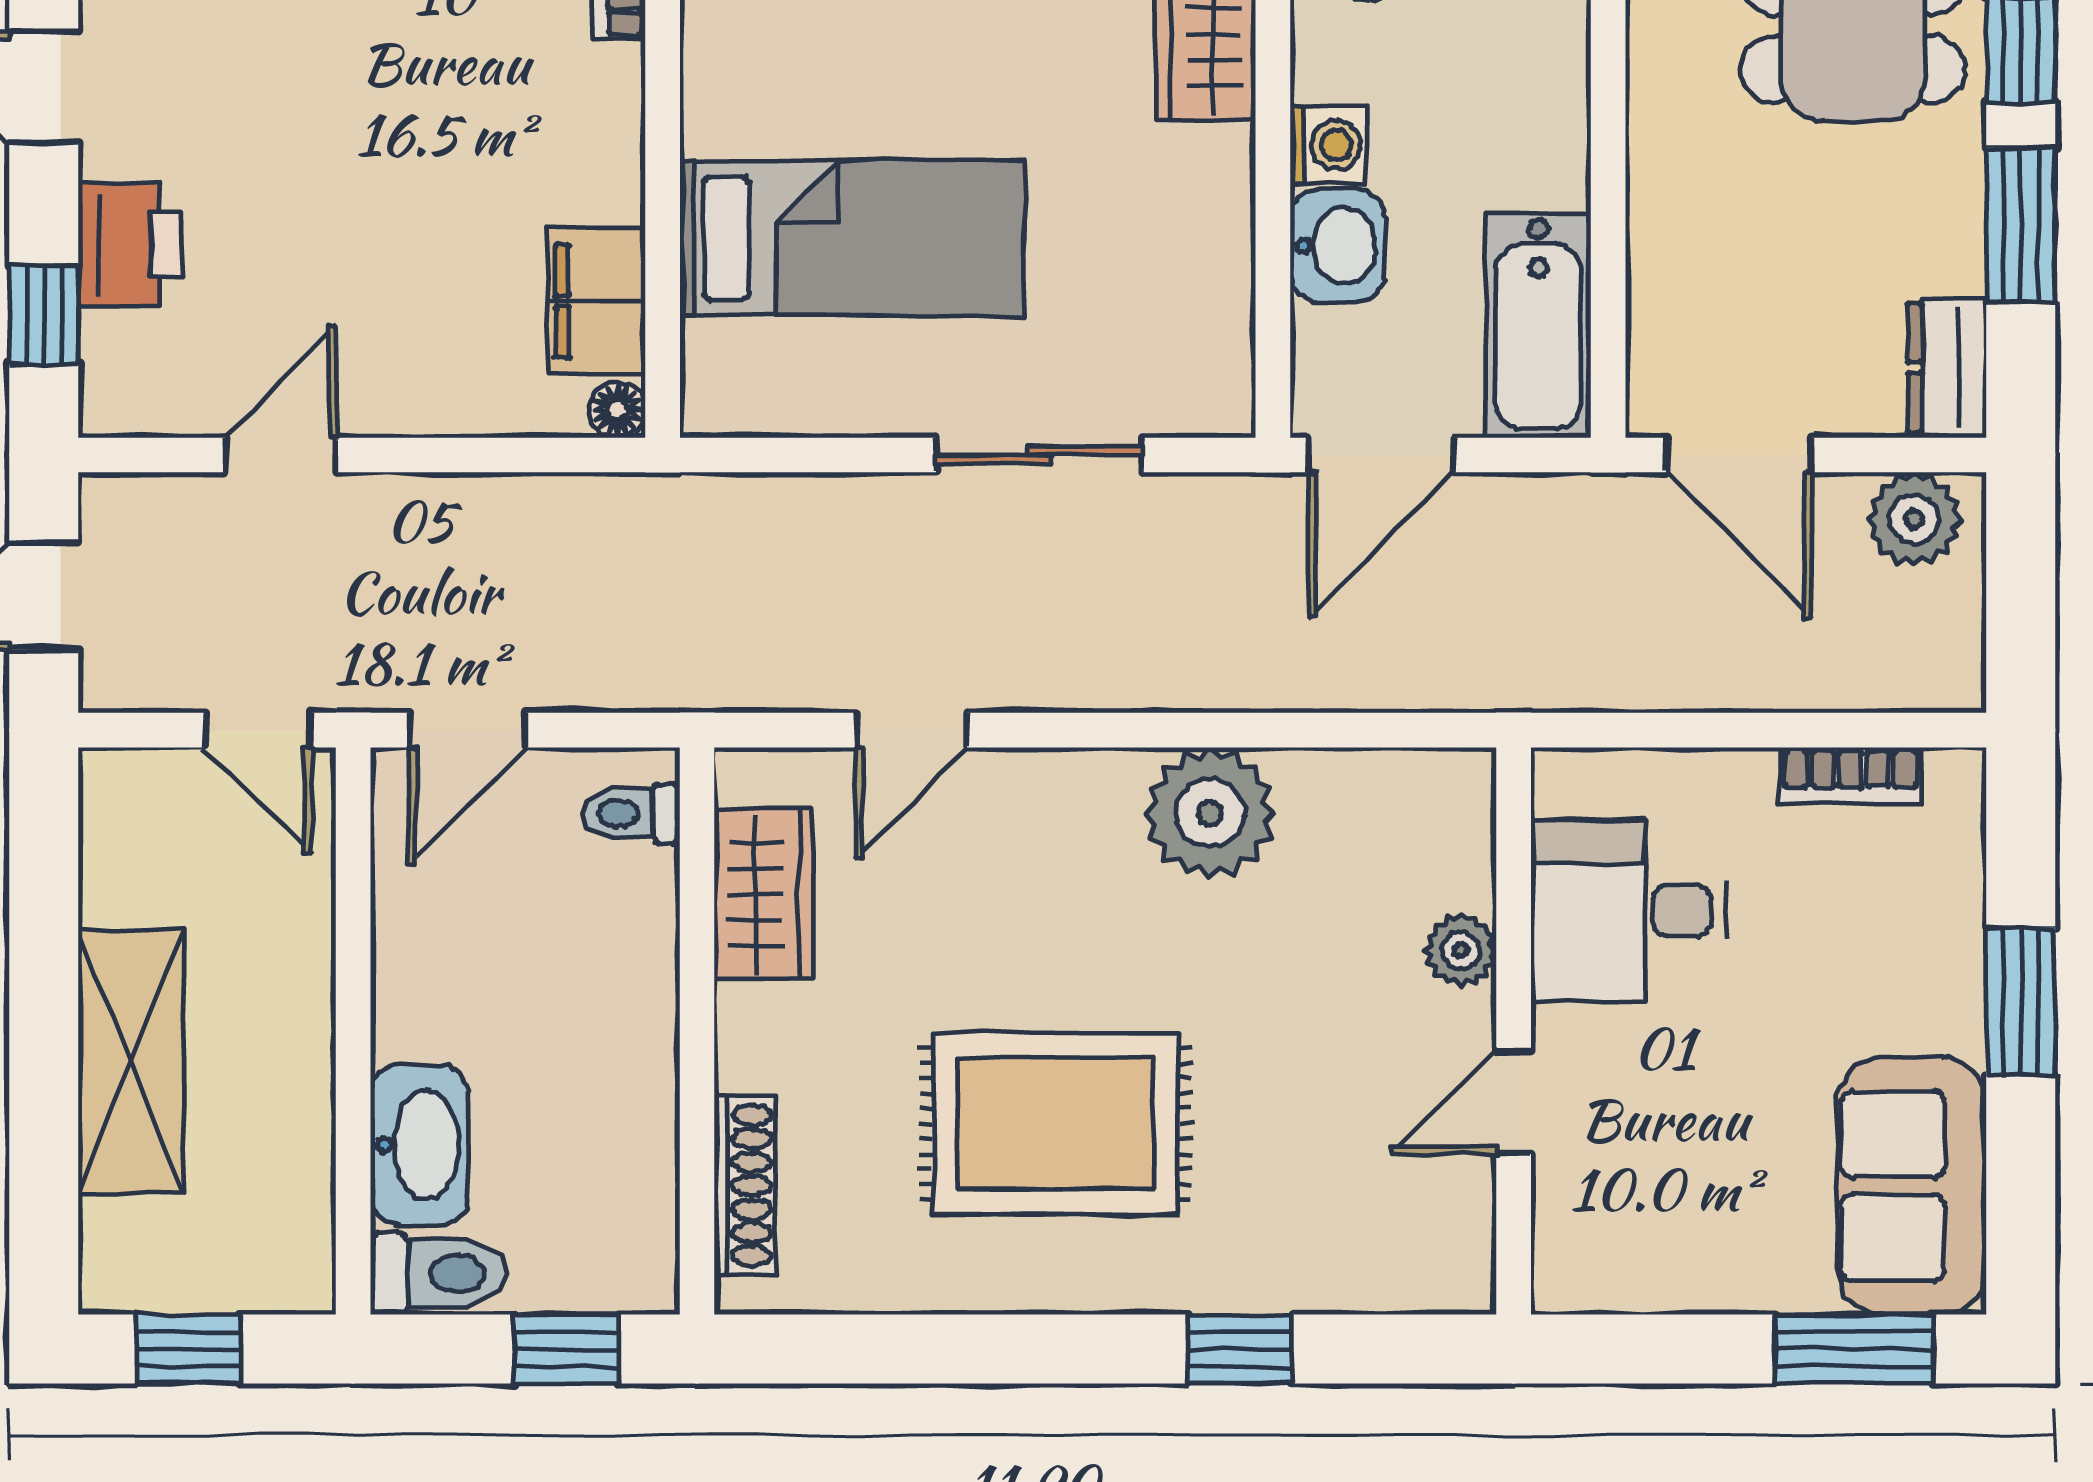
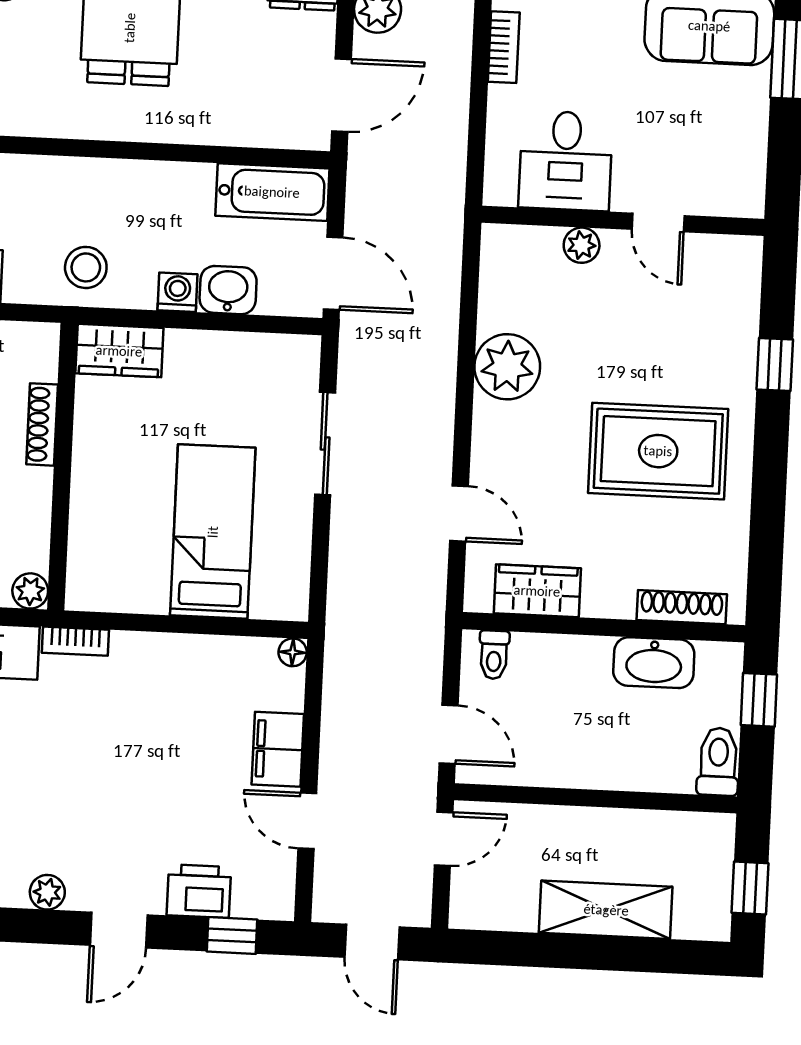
filing cabinet: (596, 301) -> (278, 749), moved, turned 90
rug: (1055, 1124) -> (658, 451), turned 90
washbasin: (419, 1145) -> (654, 663), moved, turned 180

